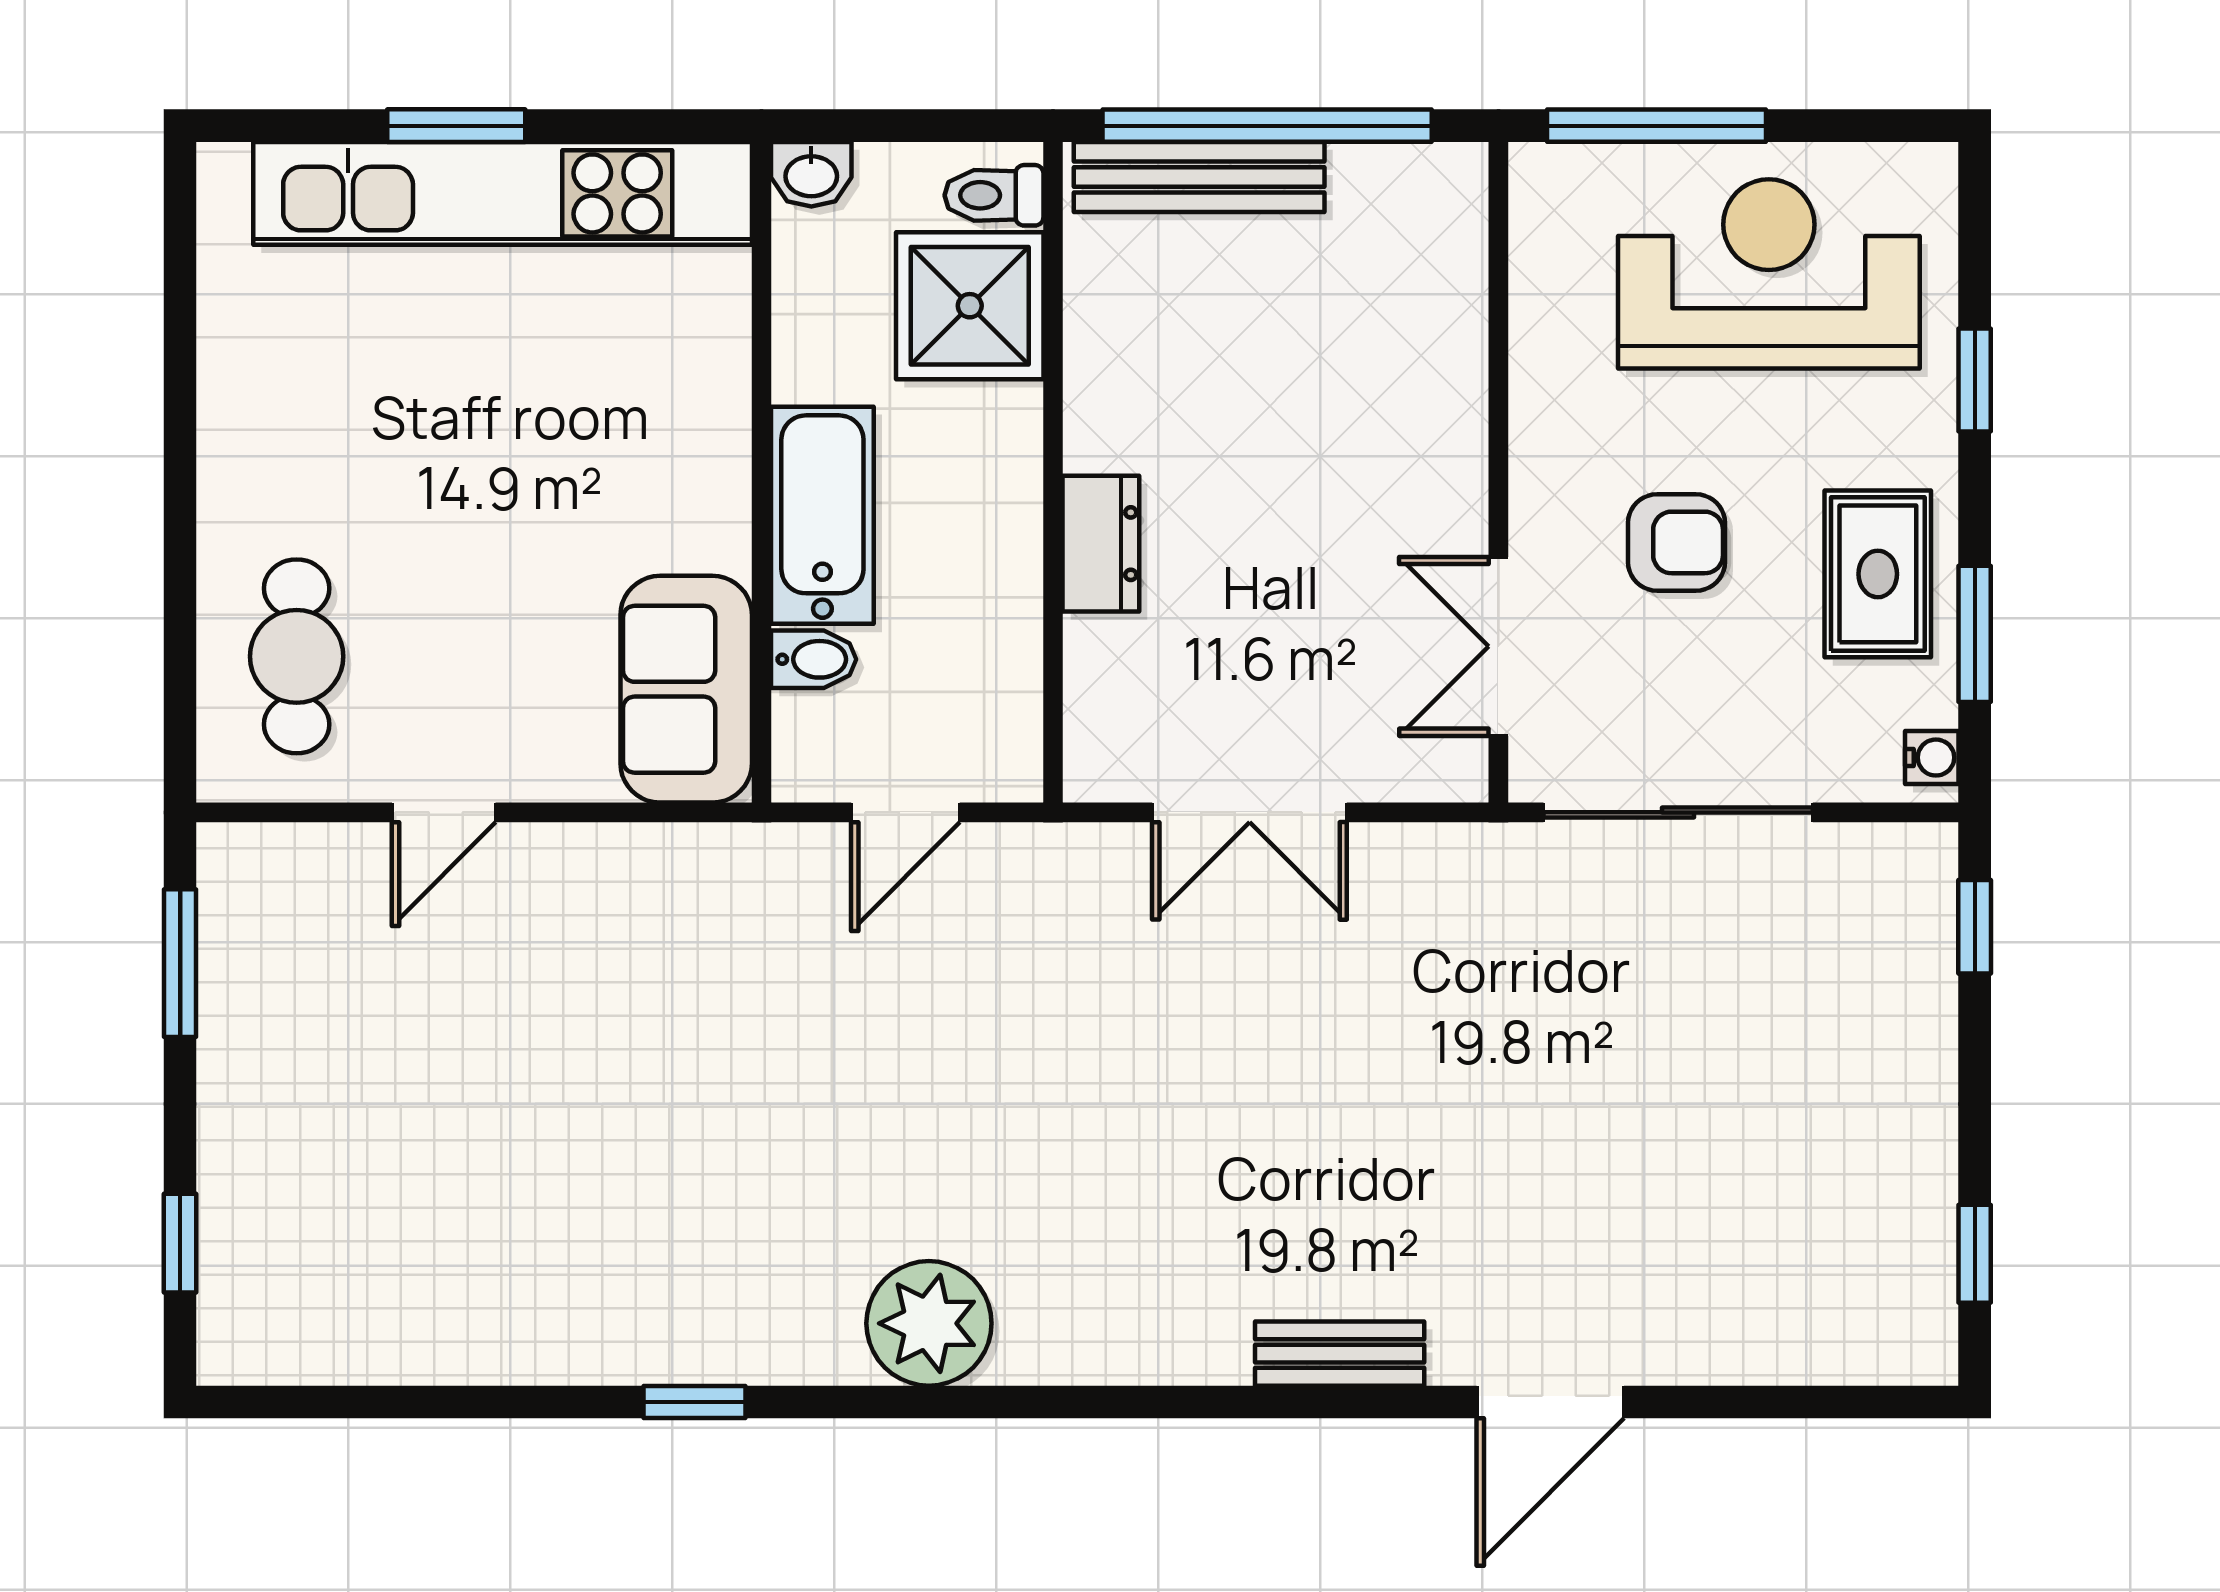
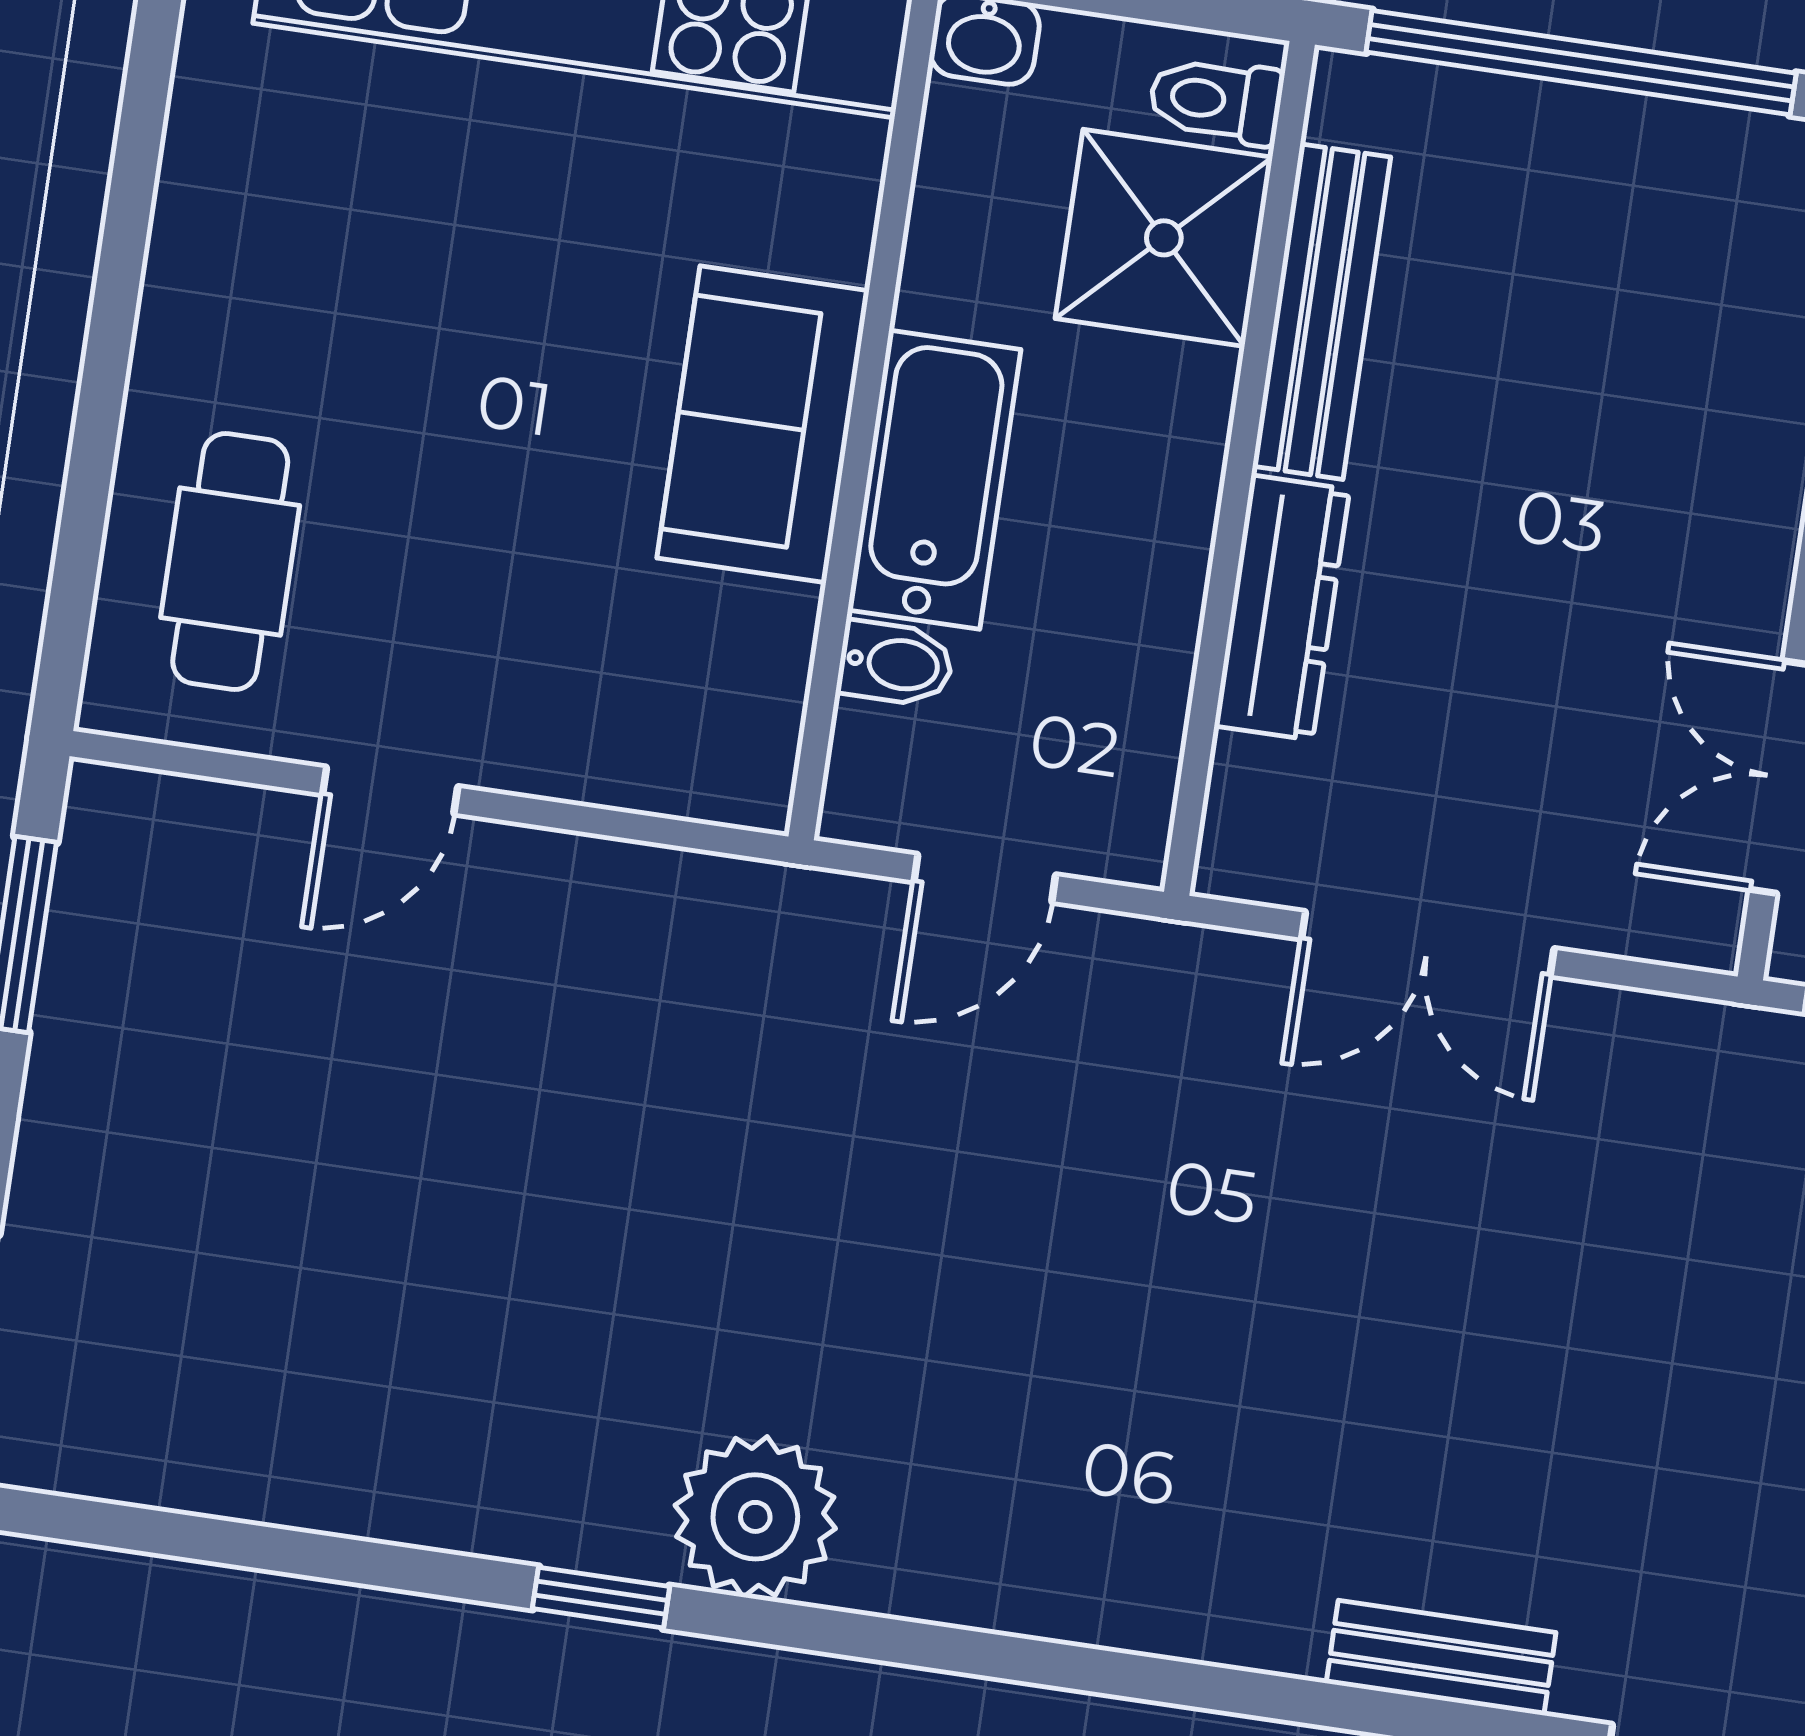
bench: (1199, 177) -> (1322, 312), moved, turned 90
dresser: (1101, 544) -> (1282, 608), width x1.44
sofa: (686, 689) -> (763, 424), moved
plant: (929, 1323) -> (755, 1517), moved

